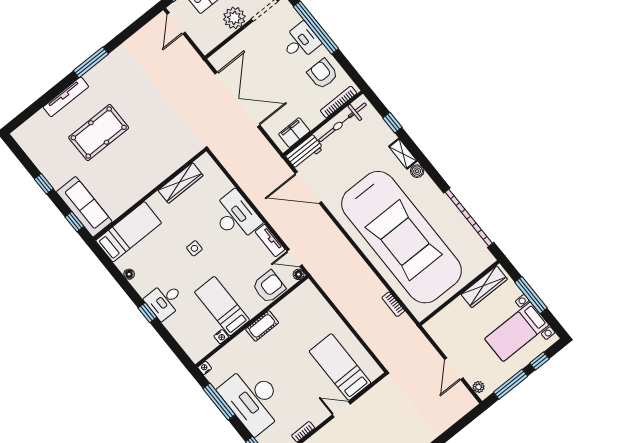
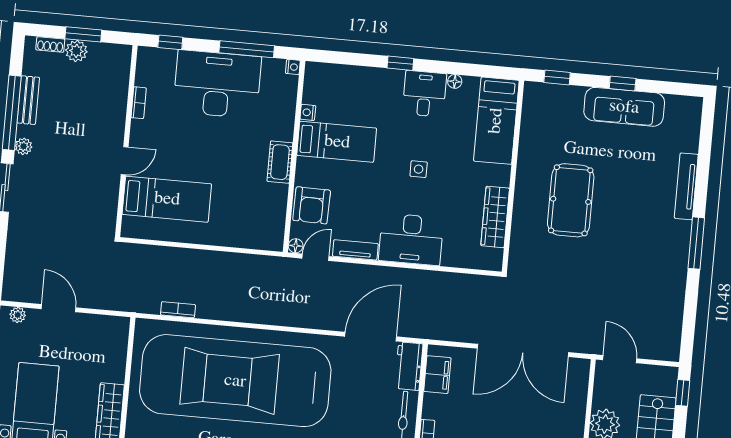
door: (176, 23) -> (620, 359), moved
pool table: (99, 133) -> (571, 200), moved
sofa: (84, 207) -> (624, 107), moved
desk: (165, 301) -> (424, 94), moved

